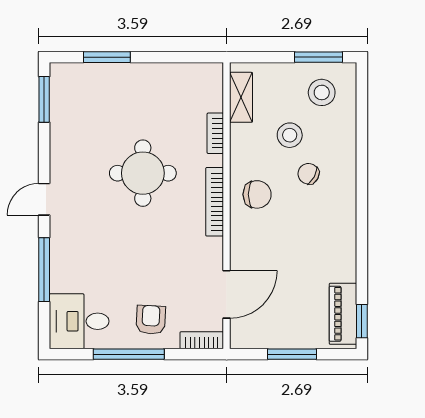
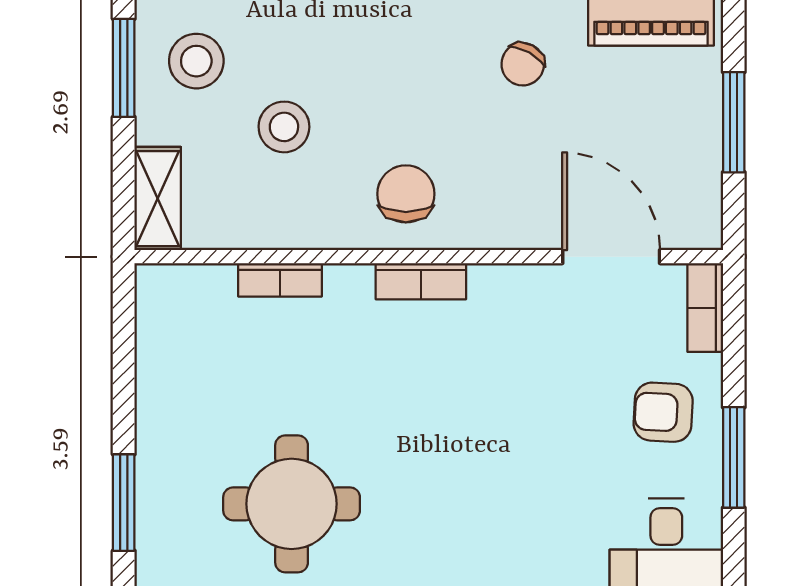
shelving: (241, 97) -> (158, 199), moved, turned 90
round table: (143, 173) -> (292, 504), moved
chair: (308, 174) -> (523, 64), moved
bookcase: (215, 202) -> (421, 281), width x0.64
window: (129, 354) -> (734, 457), width x0.69

